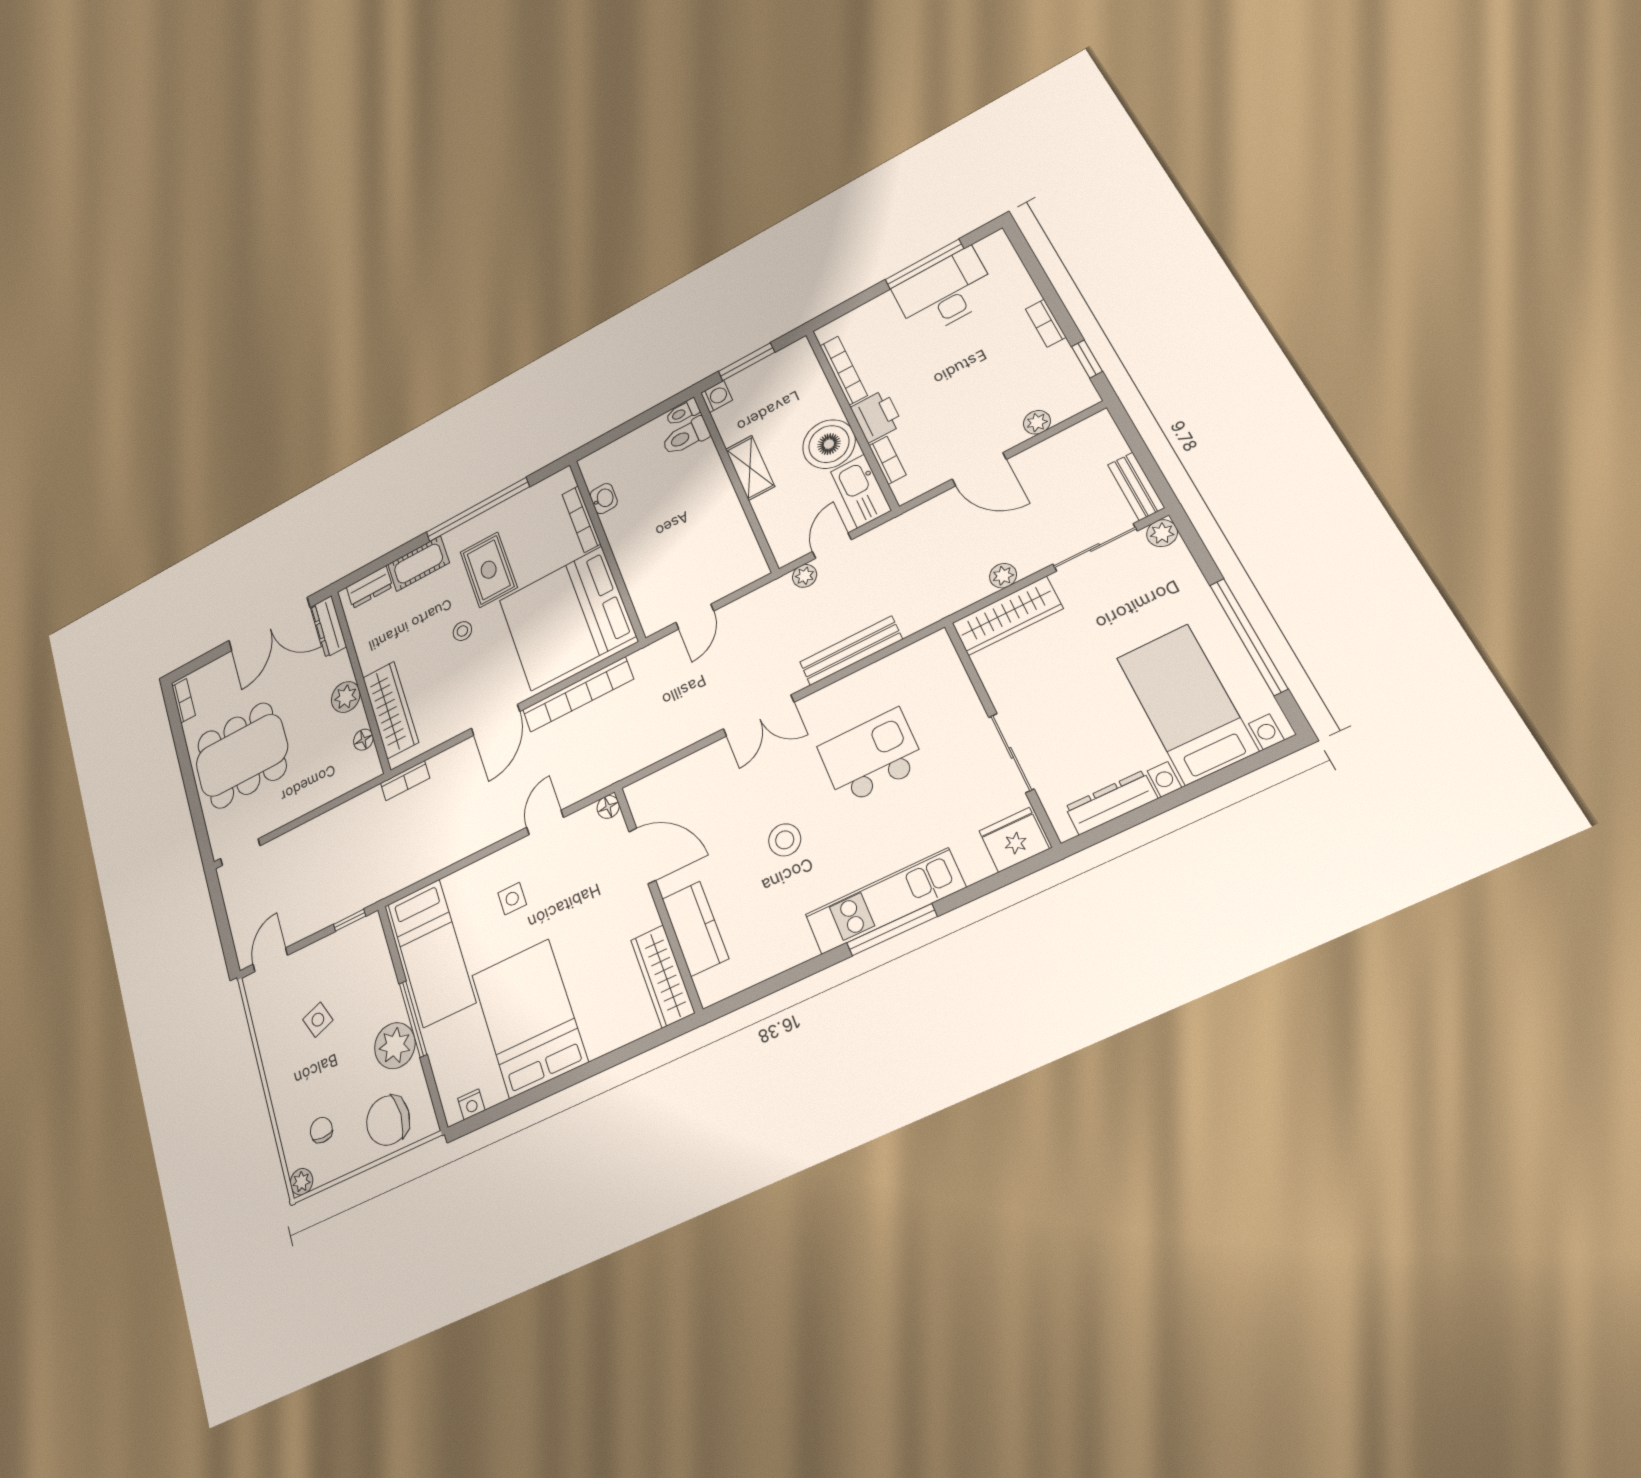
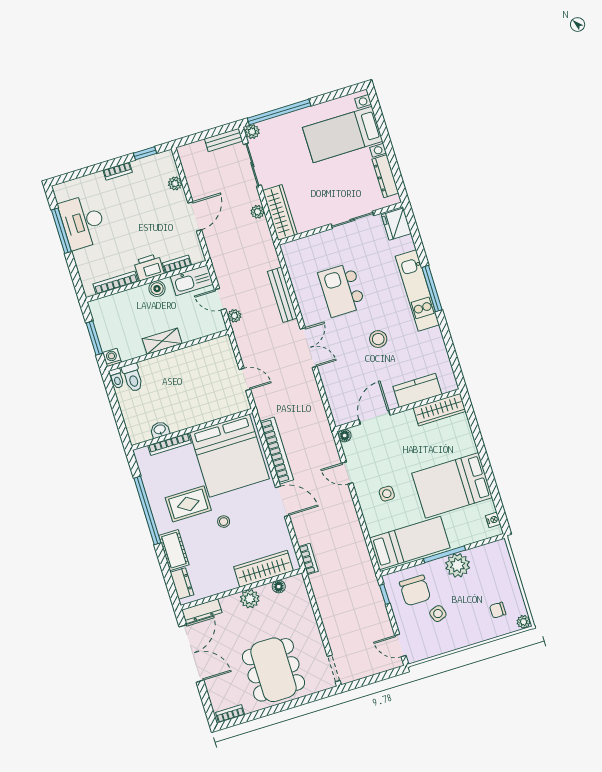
boiler: (829, 444) -> (157, 289), width x0.54, depth x0.54
window: (1248, 636) -> (279, 112), moved
chair: (388, 1120) -> (415, 590), moved

